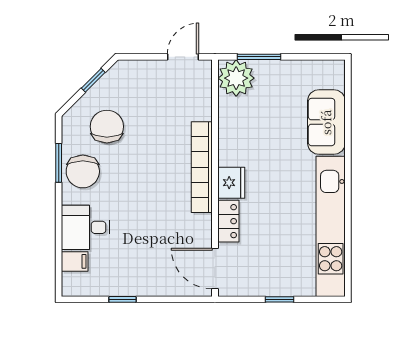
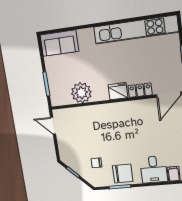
plant: (236, 78) -> (81, 93), moved
sofa: (326, 122) -> (59, 43), moved
chair: (107, 127) -> (96, 163), width x0.54, depth x0.54
bookcase: (202, 167) -> (111, 109), removed

